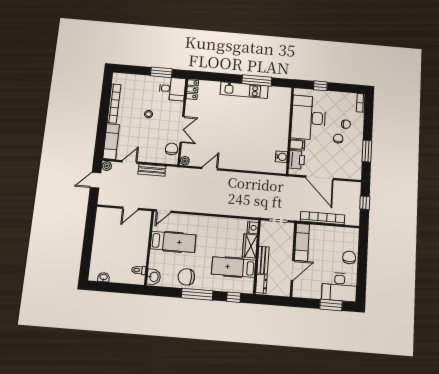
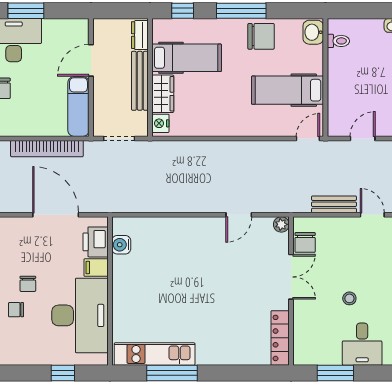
desk: (172, 89) -> (362, 344), moved, turned -90
locker: (192, 90) -> (280, 338), width x1.53
kitchen unit: (244, 90) -> (155, 354), moved
double door: (182, 130) -> (291, 277), swing flipped
door: (129, 162) -> (372, 215), swing flipped
bench: (263, 260) -> (140, 81), width x1.36

